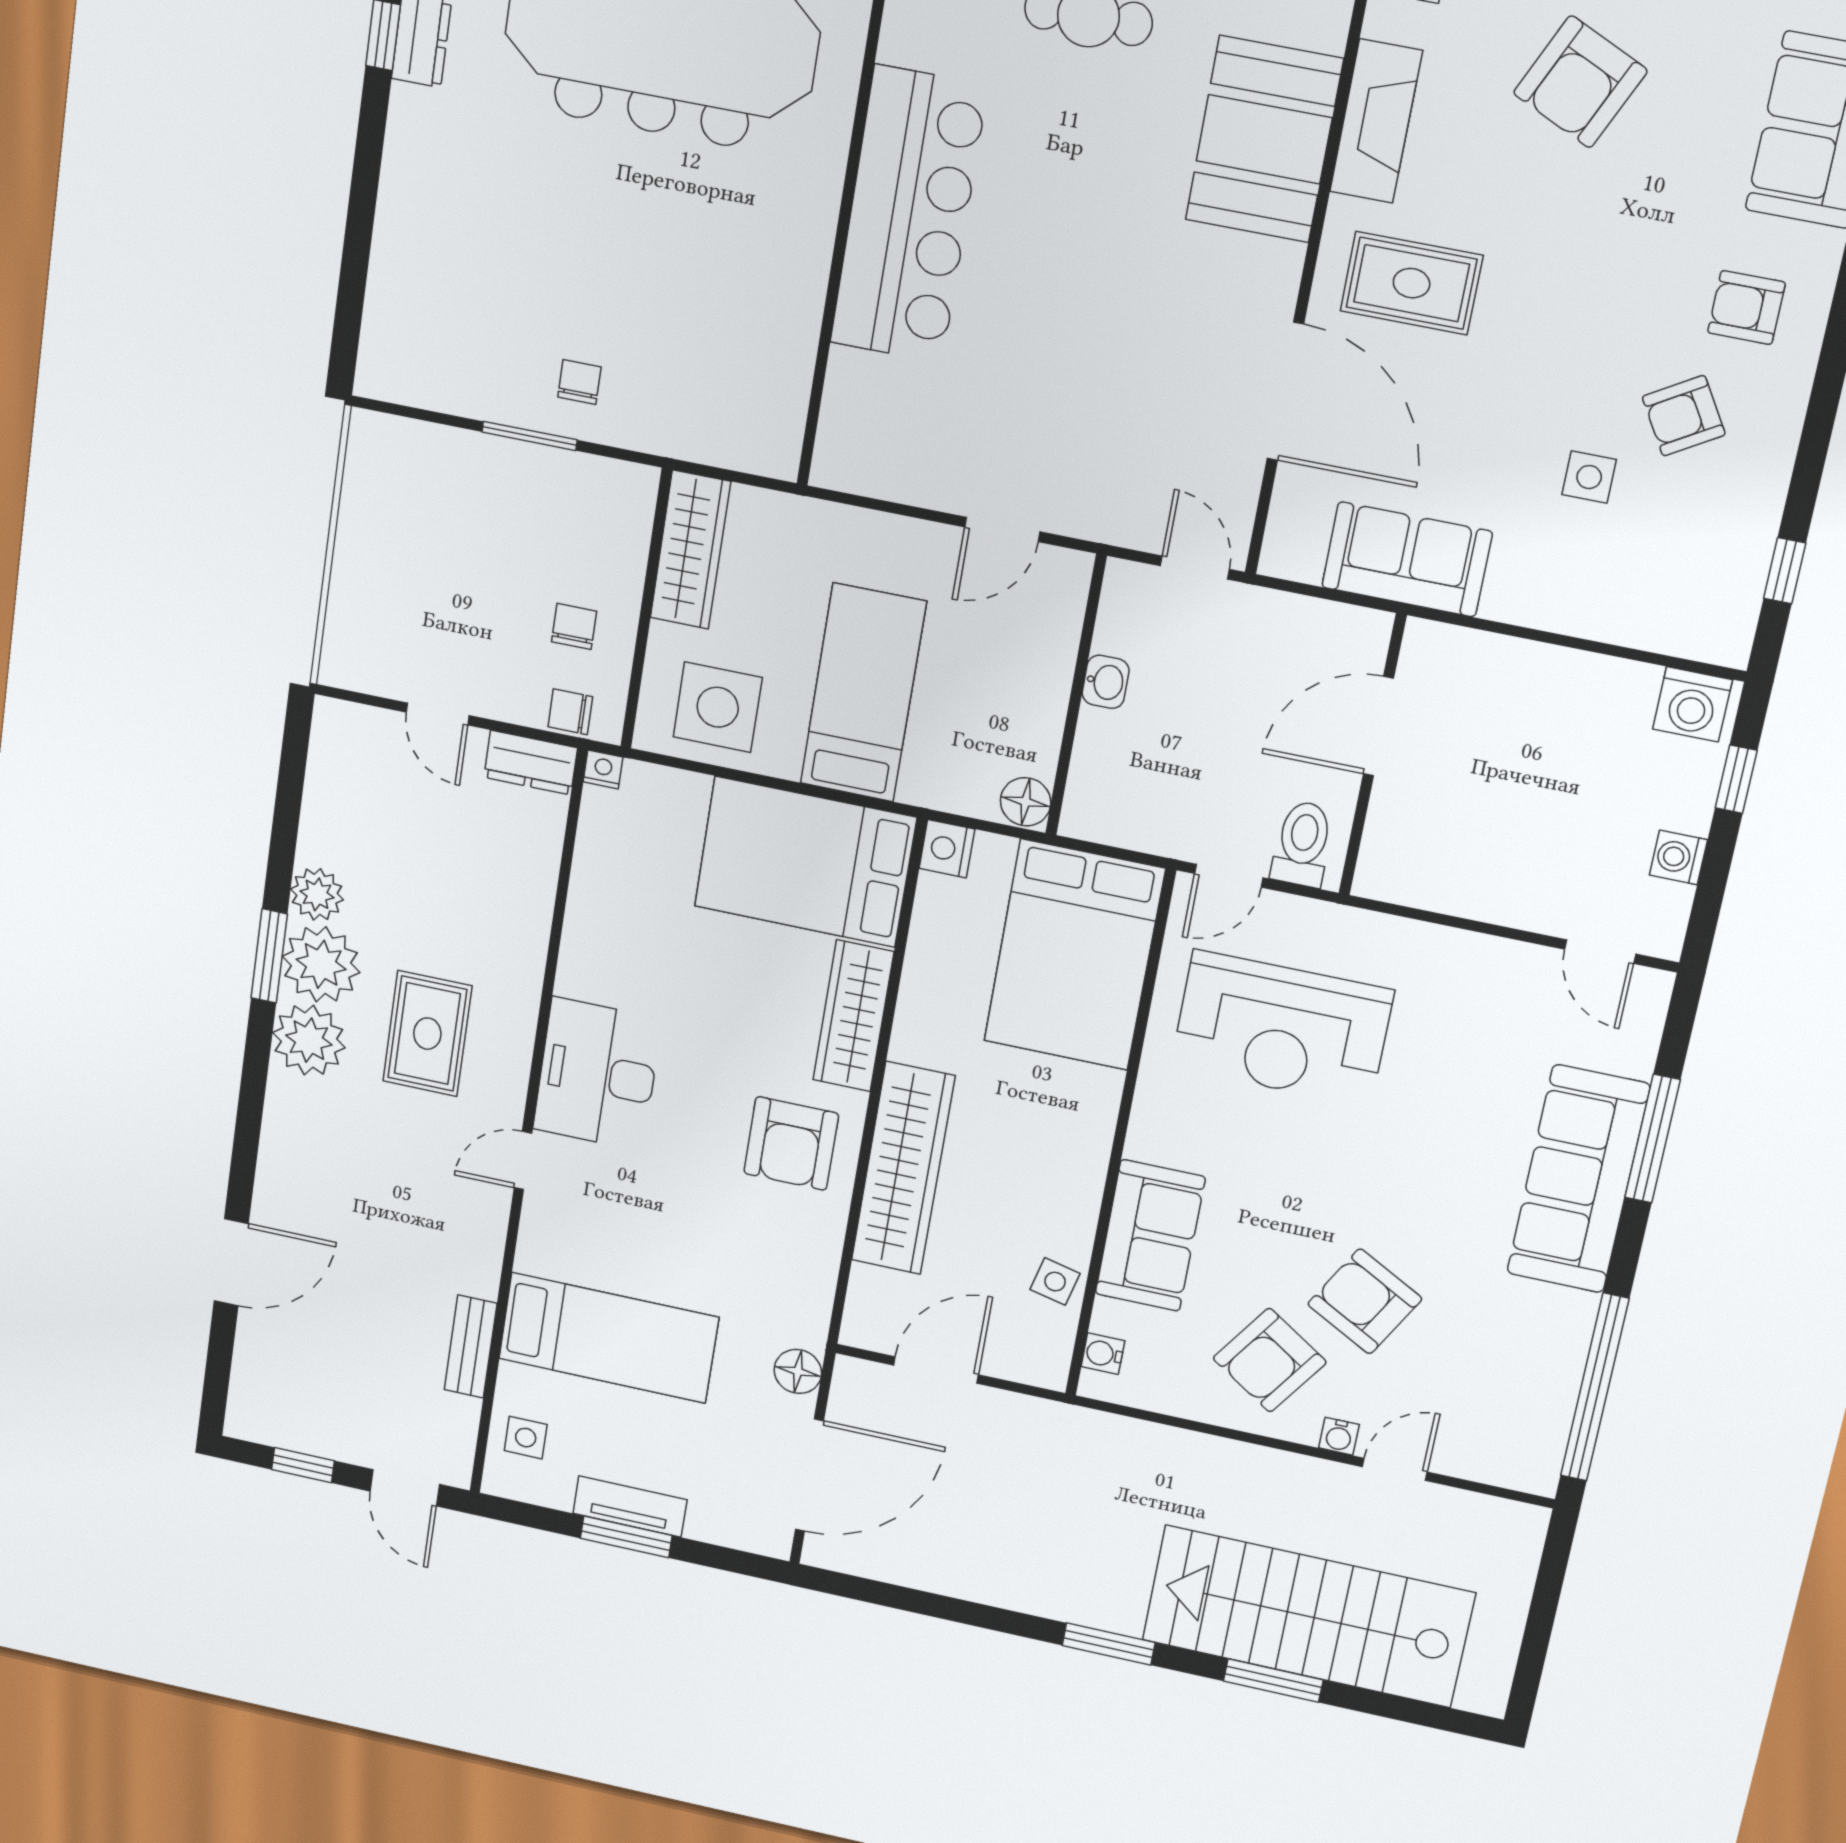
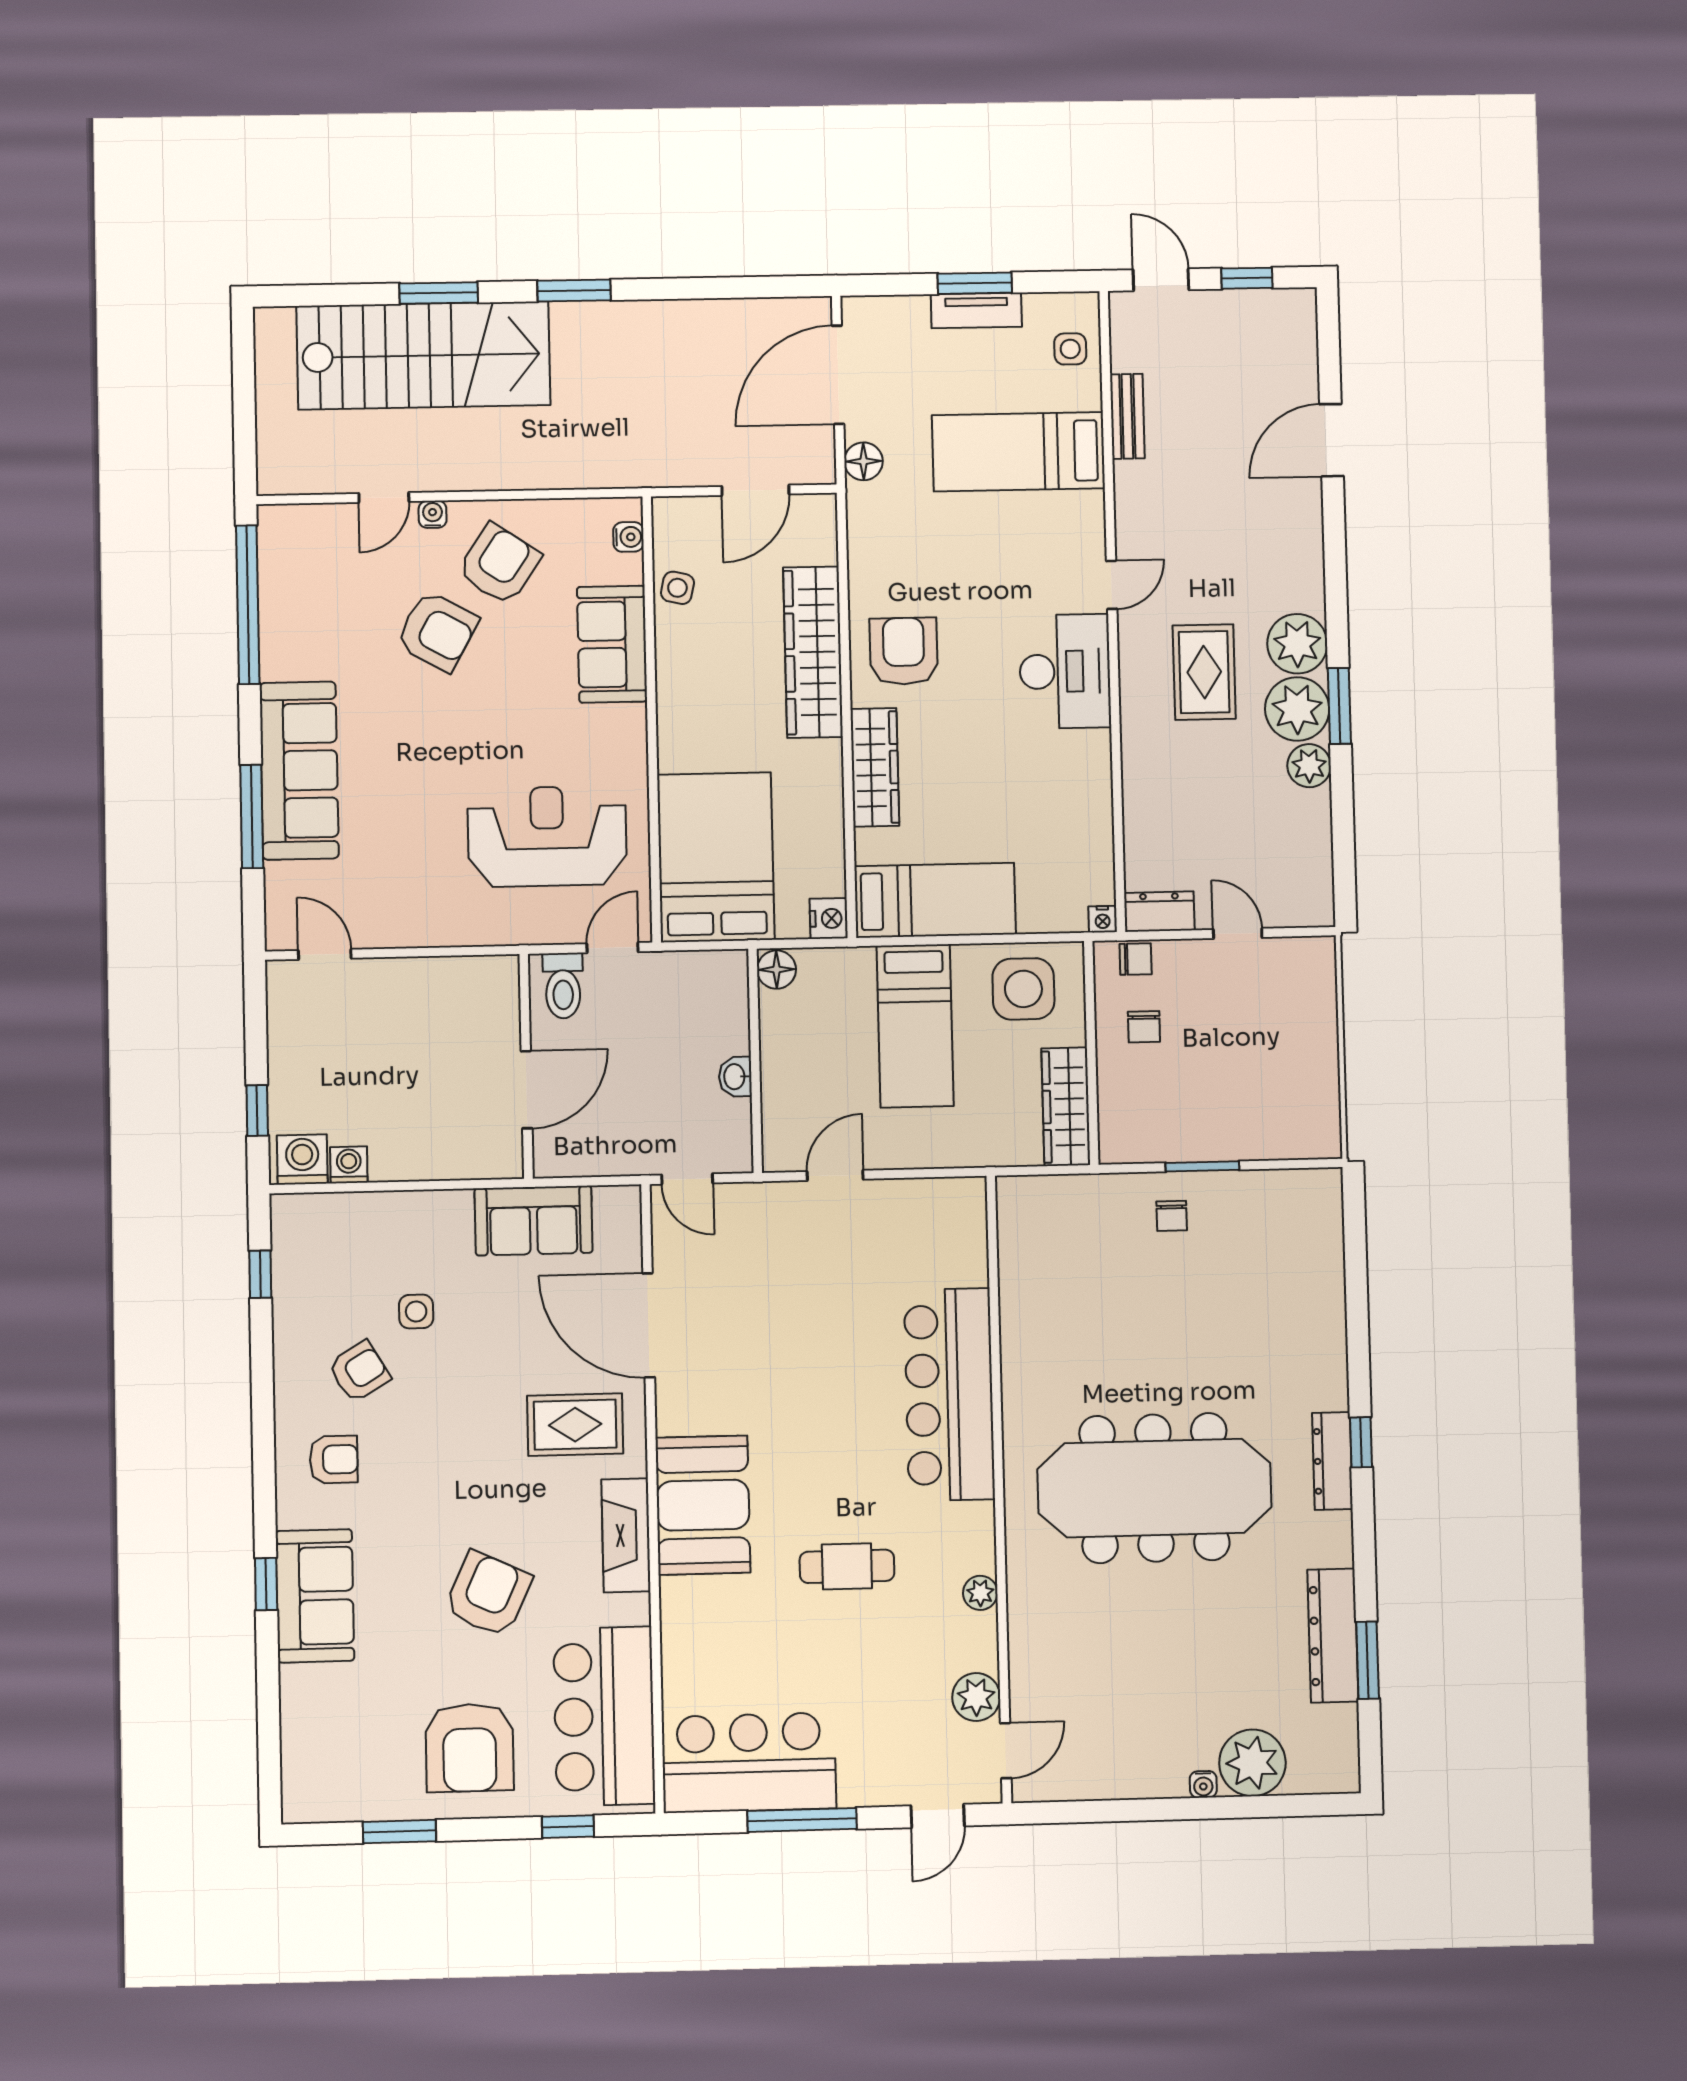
washing machine: (1678, 857) -> (349, 1165), moved, turned -90
bed: (805, 862) -> (935, 900), width x0.67

